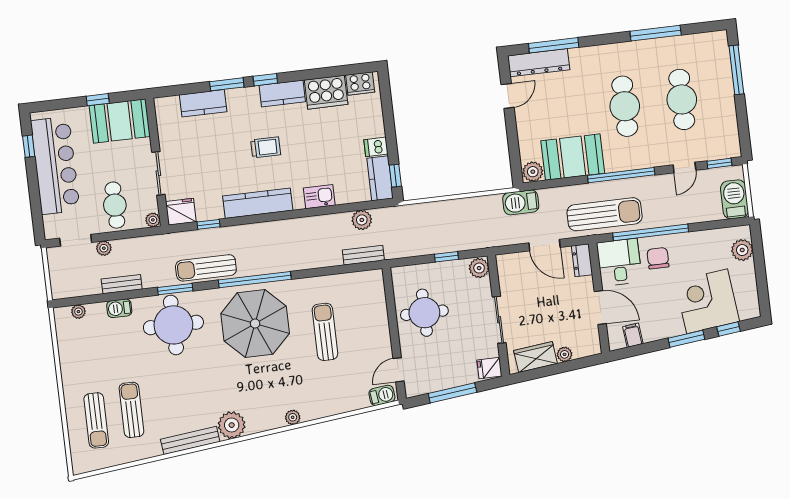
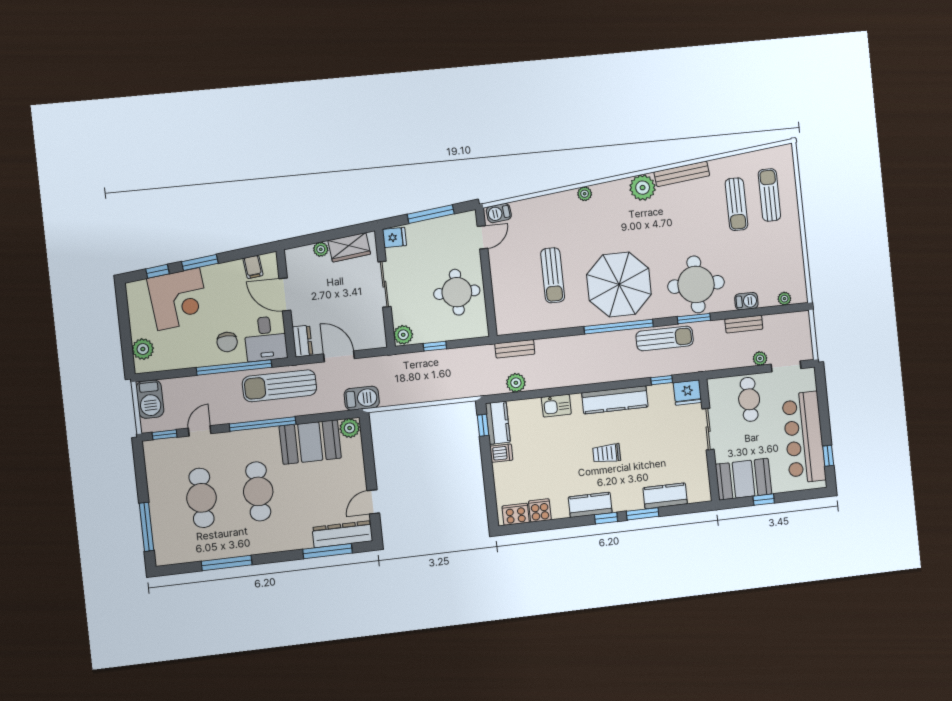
cooker: (326, 92) -> (540, 510), width x0.53, depth x0.76
plant: (153, 220) -> (714, 385), removed

